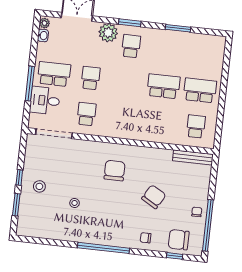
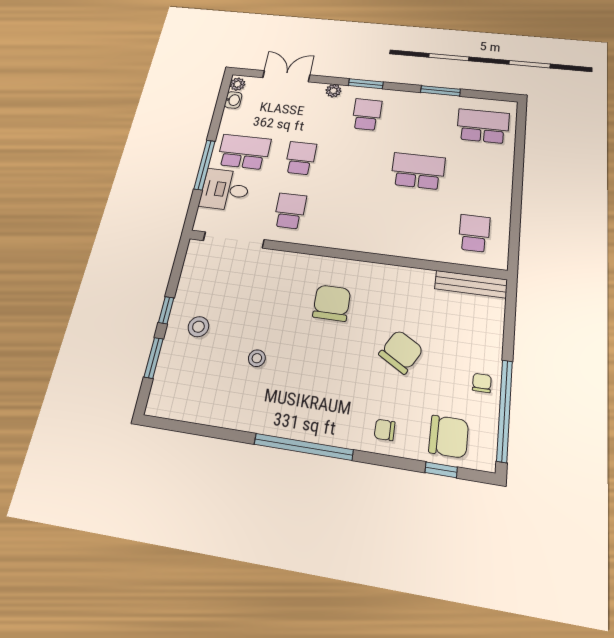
plant: (108, 33) -> (333, 91), width x0.53, depth x0.53
school desk: (200, 90) -> (483, 126), moved
chair: (179, 240) -> (449, 436), turned 180

